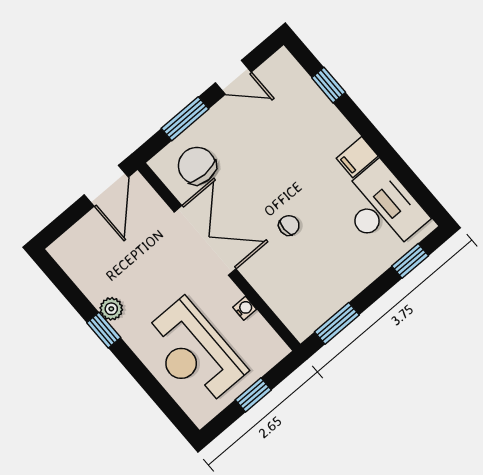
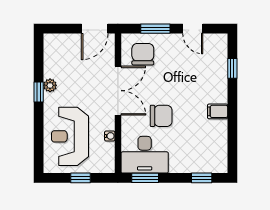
desk: (382, 208) -> (145, 155), moved, turned 90
chair: (289, 225) -> (161, 116), width x1.87, depth x1.87

